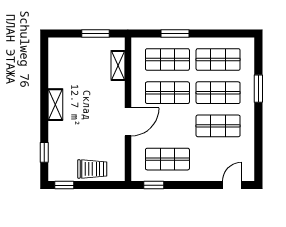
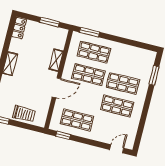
window: (175, 33) -> (89, 32), moved
locker: (56, 52) -> (19, 28), added
shop shelf: (218, 59) -> (129, 61), removed
shelving: (118, 65) -> (56, 60), moved
window: (258, 89) -> (154, 75), moved

